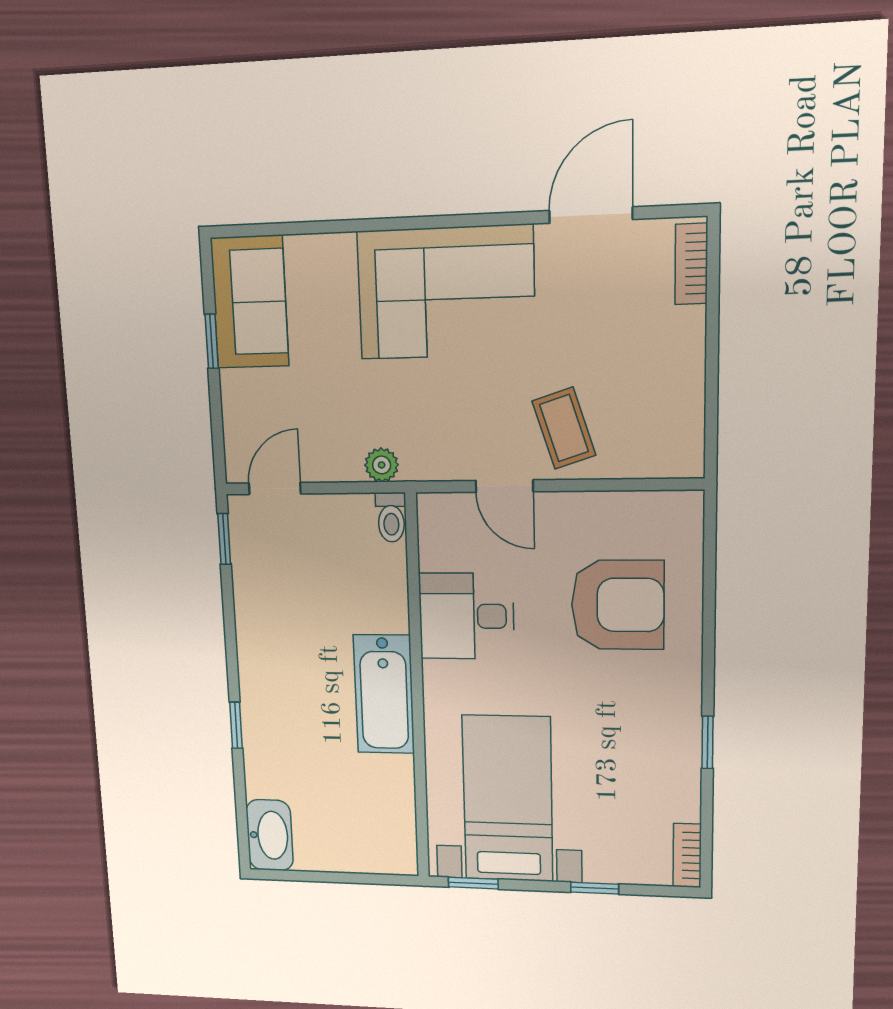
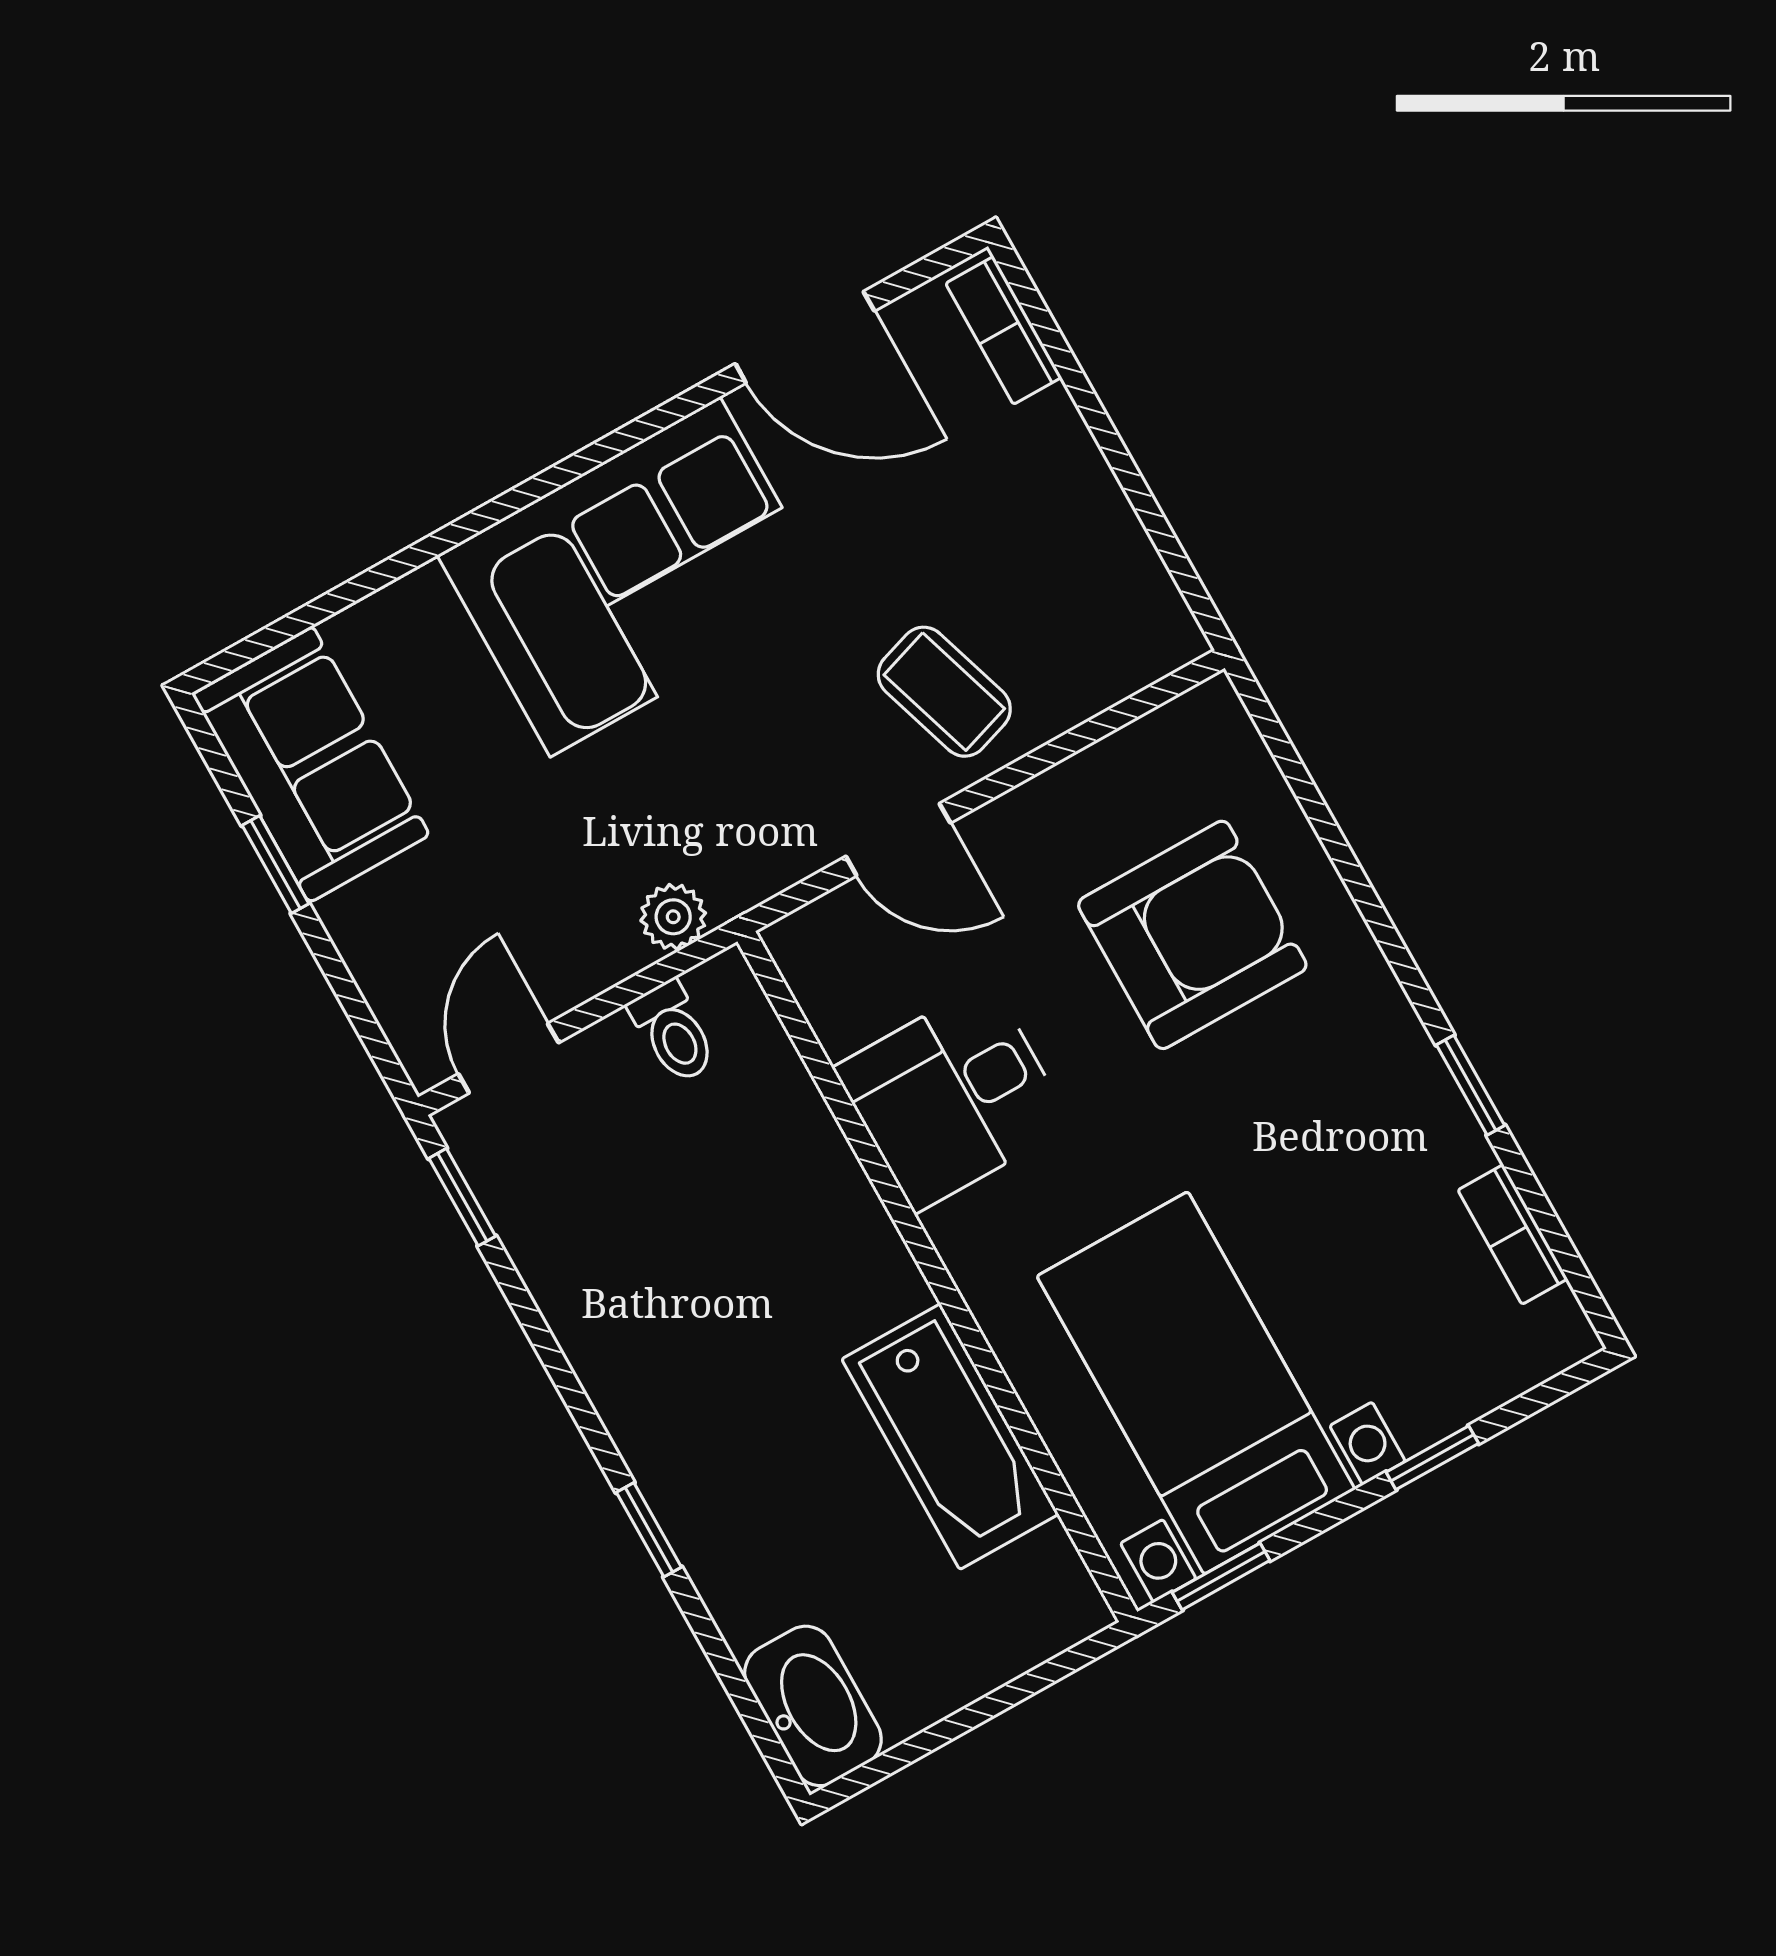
door: (591, 215) -> (805, 337), swing flipped
toilet: (391, 517) -> (673, 1032), moved
bathtub: (384, 694) -> (950, 1437), moved
bookcase: (687, 855) -> (1513, 1235), moved

